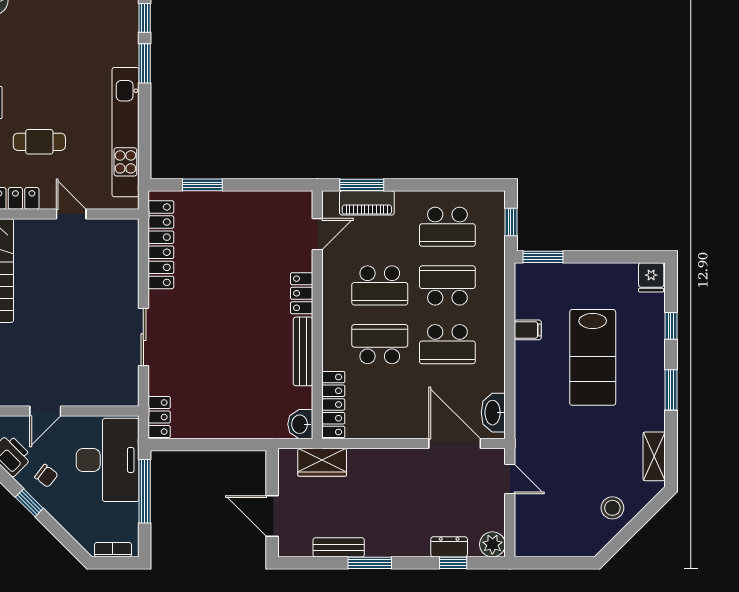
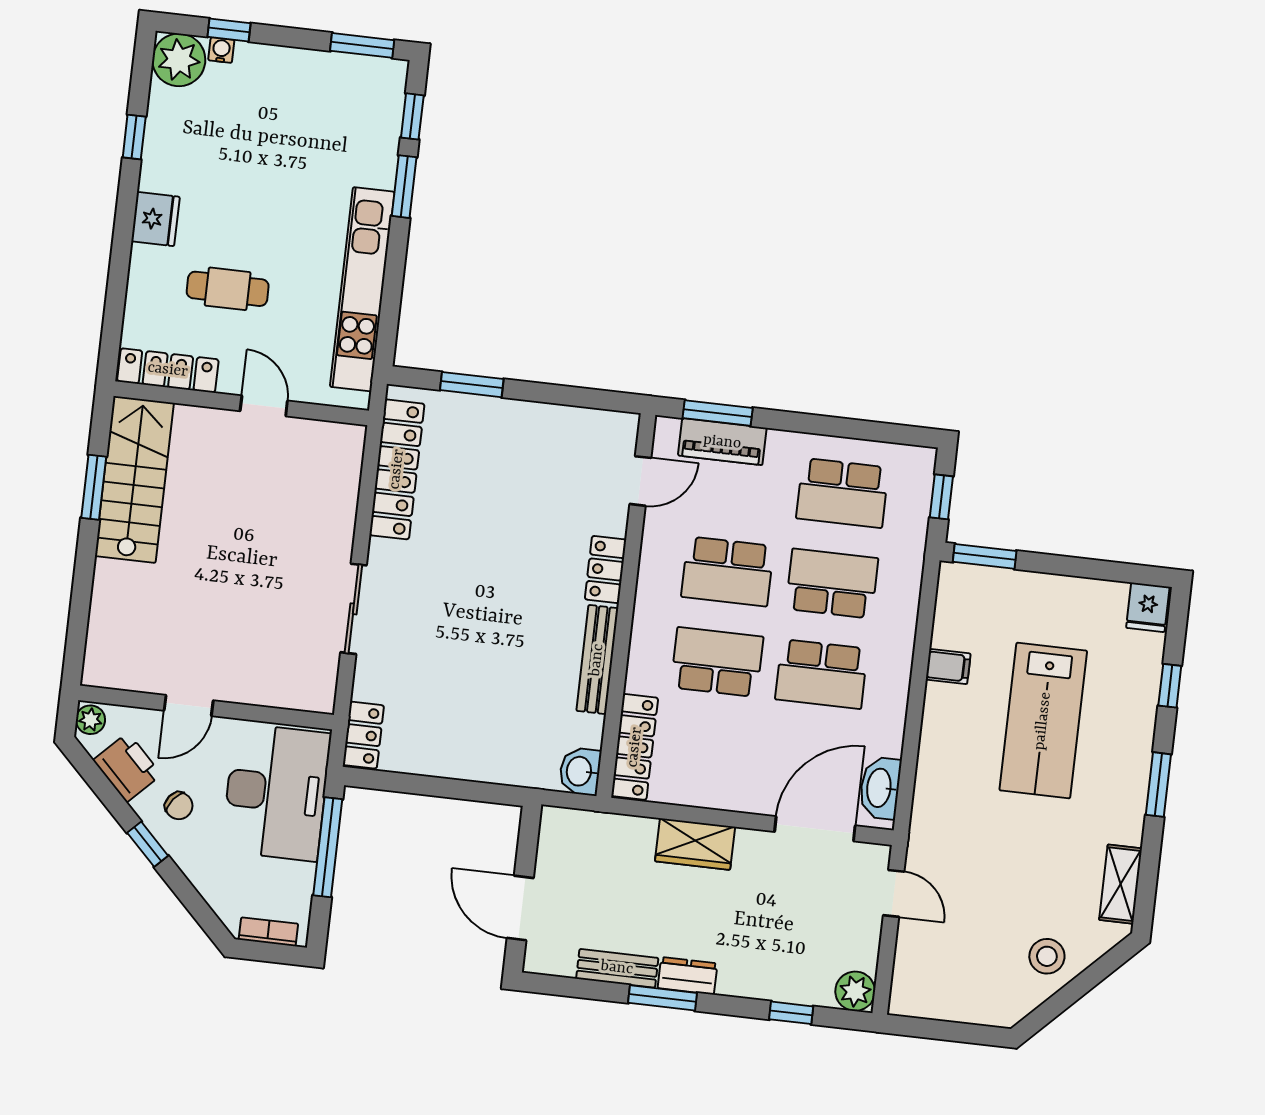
door: (455, 443) -> (815, 829), hinge flipped
wardrobe: (322, 462) -> (695, 844), moved
dresser: (449, 547) -> (688, 976), moved

